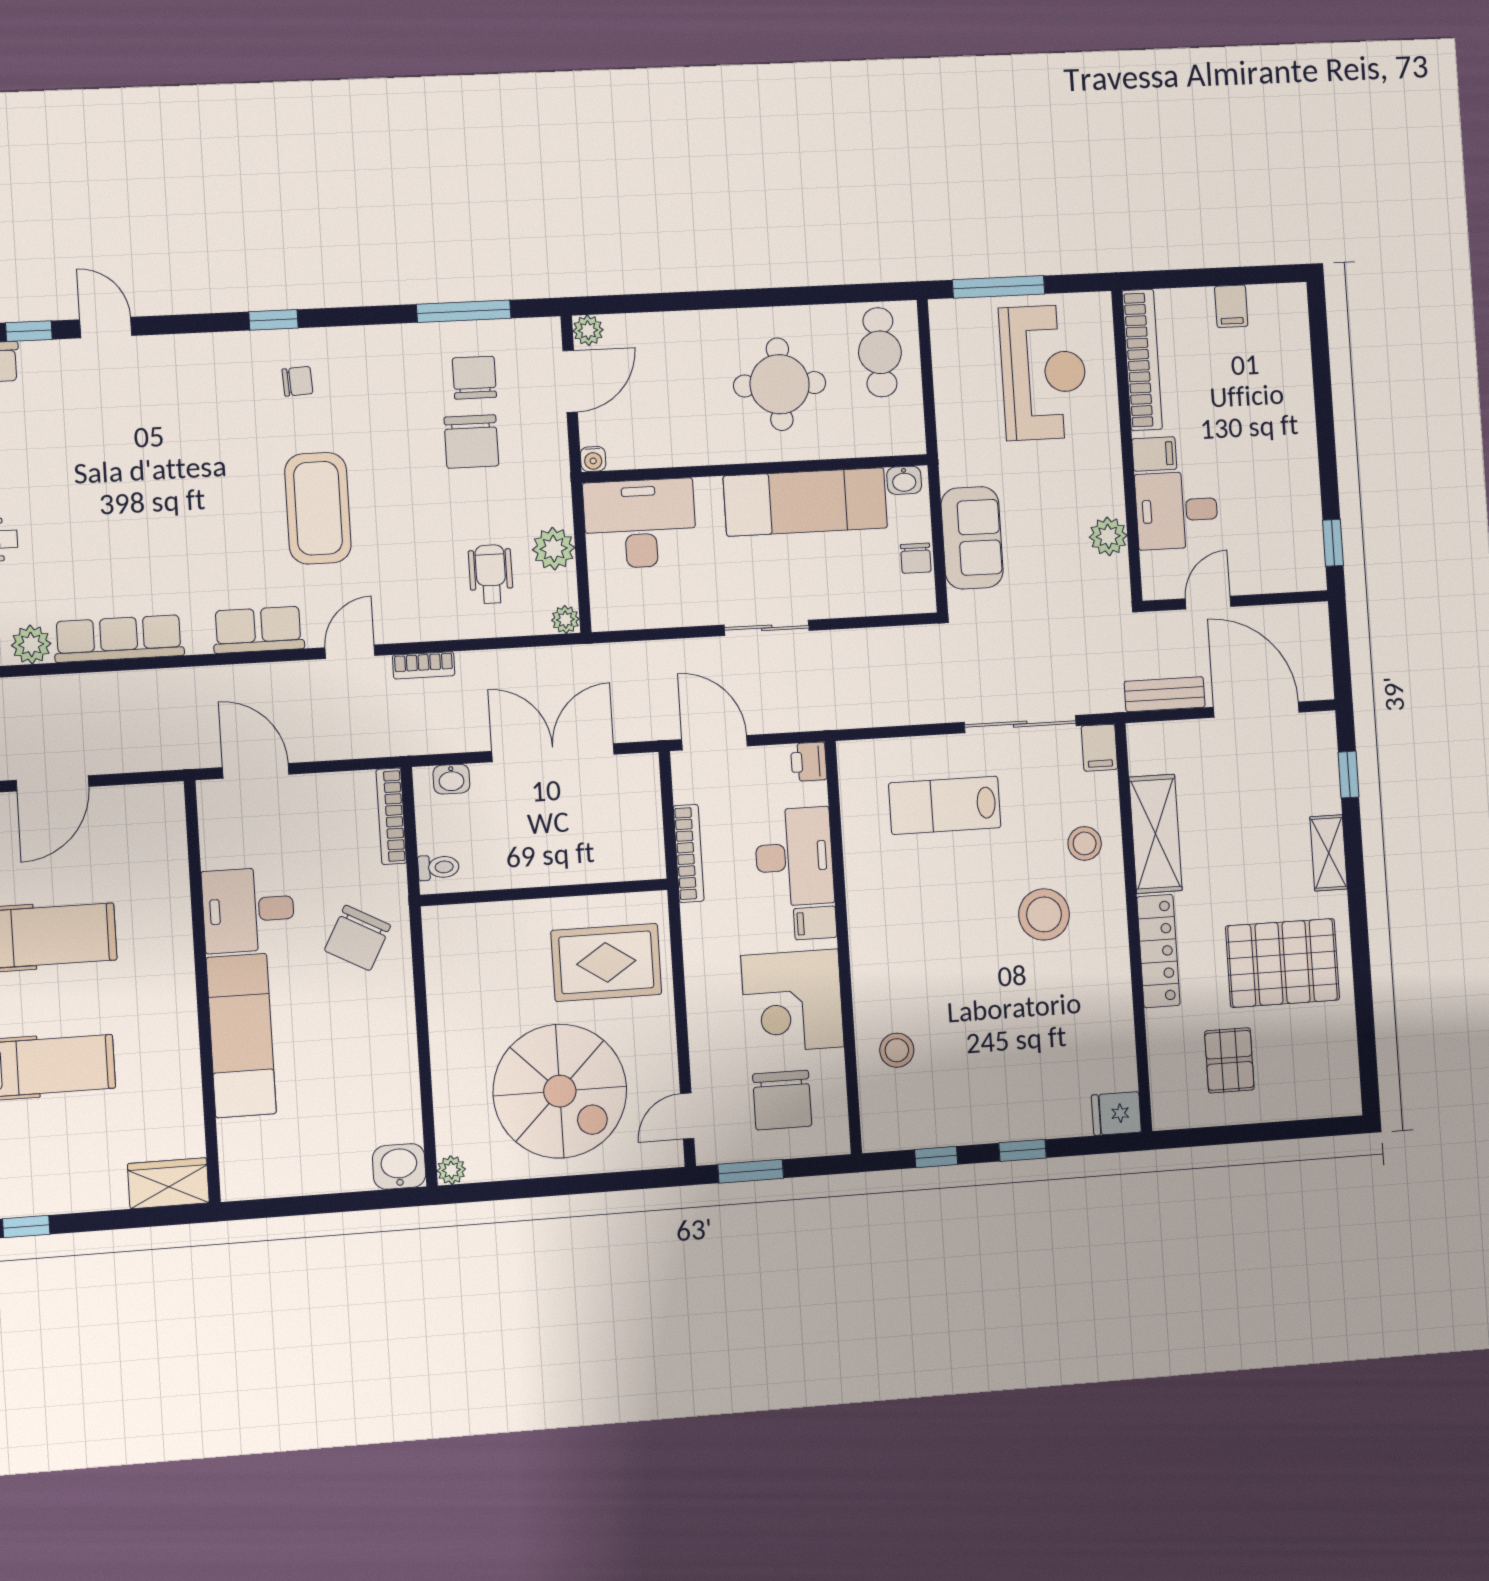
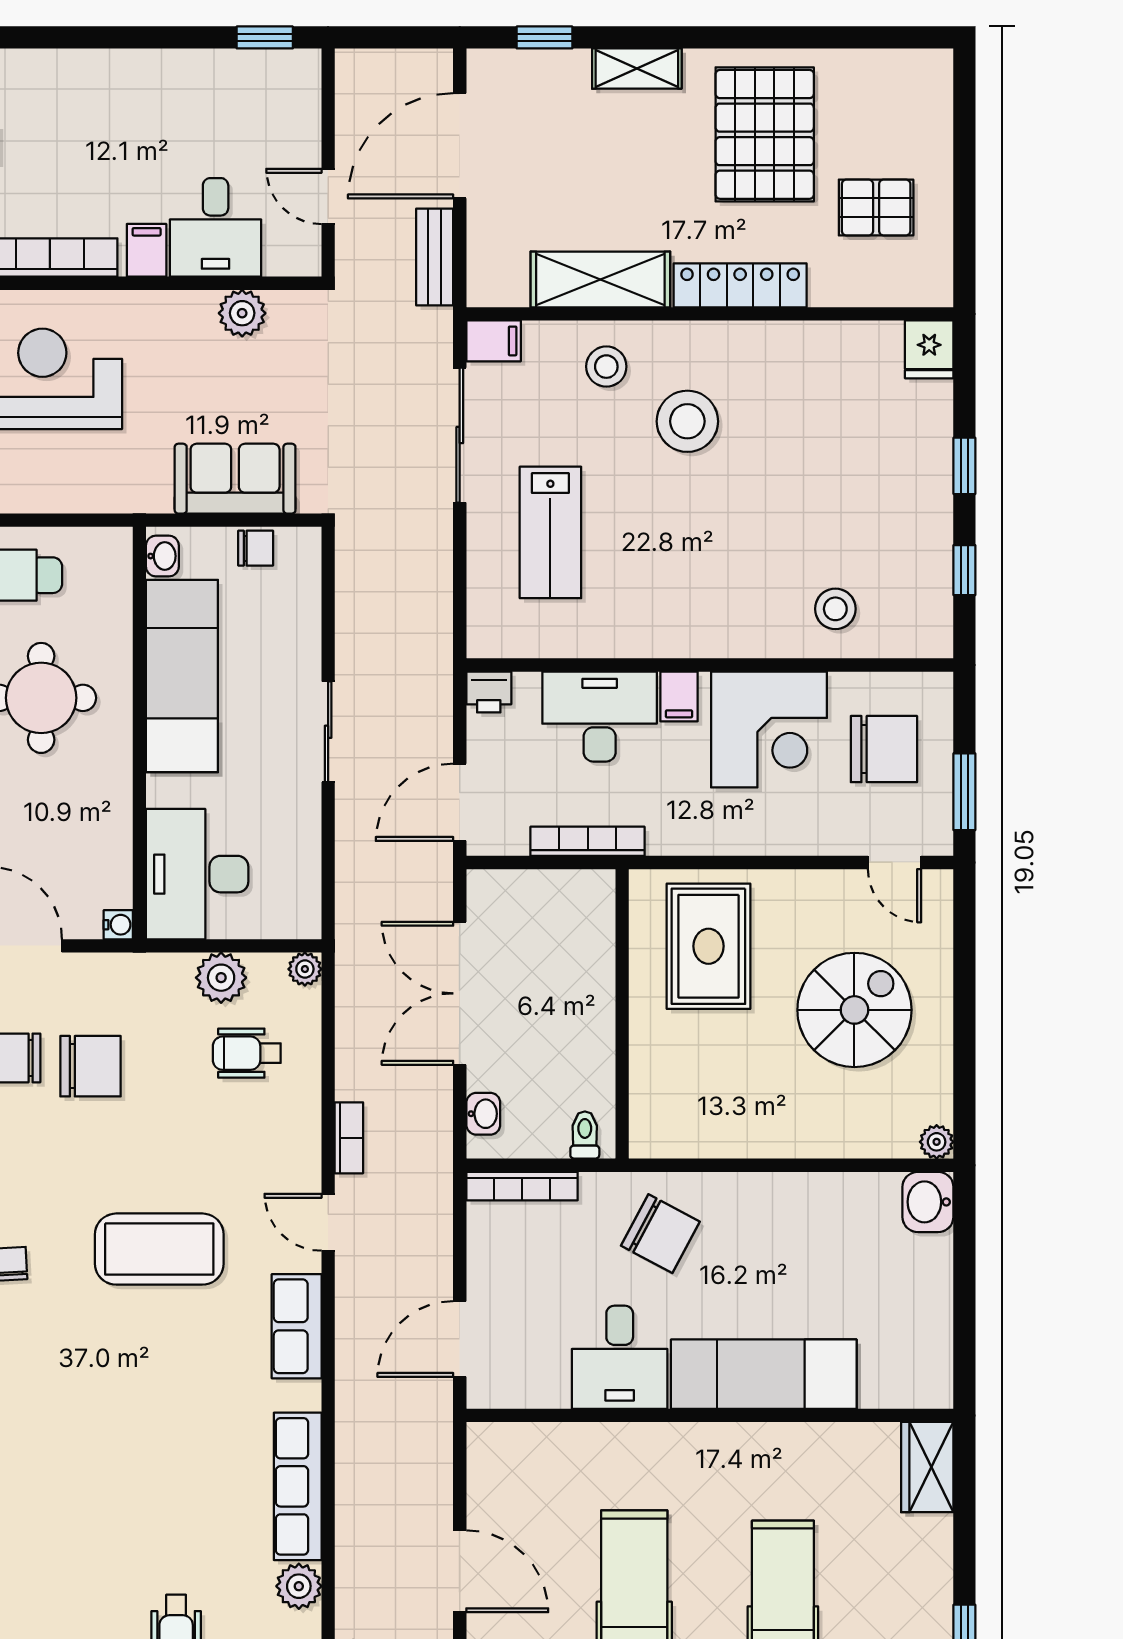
spiral stairs: (560, 1091) -> (854, 1010), width x0.73, depth x0.73

